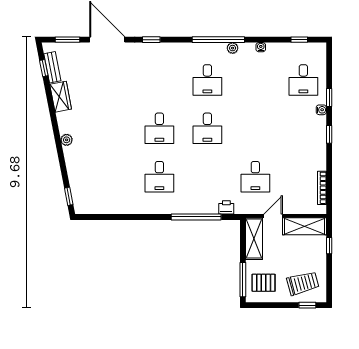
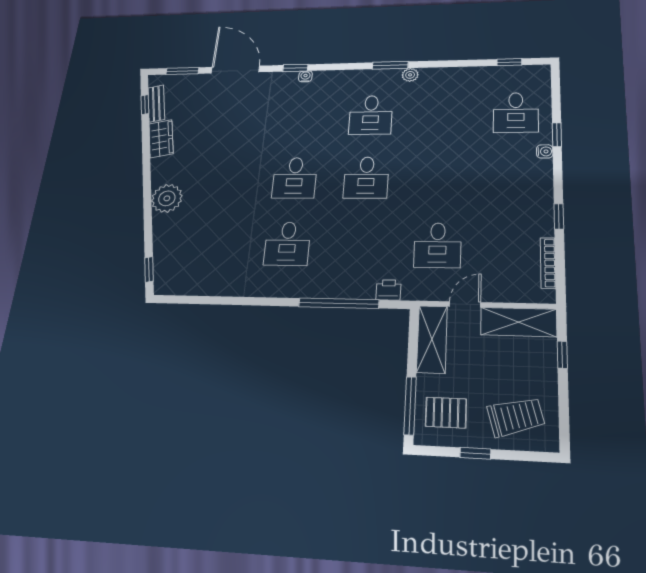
window: (218, 40) -> (390, 65), width x0.47
water cooler: (261, 47) -> (305, 76), moved
window: (329, 134) -> (559, 216), moved
plant: (67, 140) -> (167, 198), width x1.88, depth x1.88
window: (307, 305) -> (475, 453), moved

